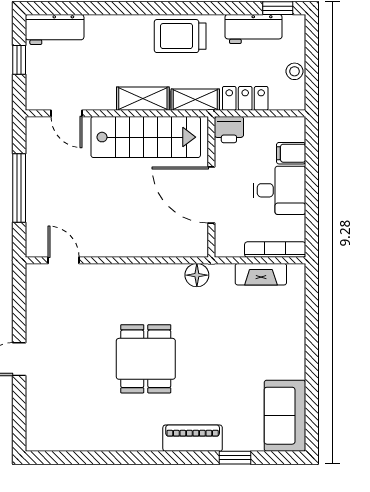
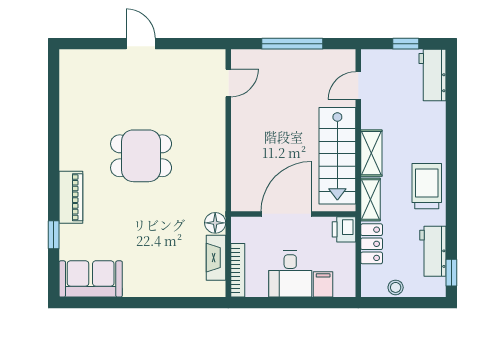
floor lamp: (197, 275) -> (215, 223), moved

